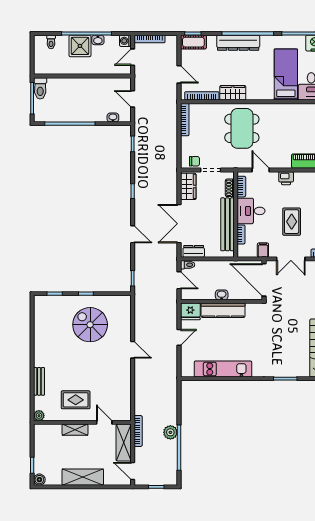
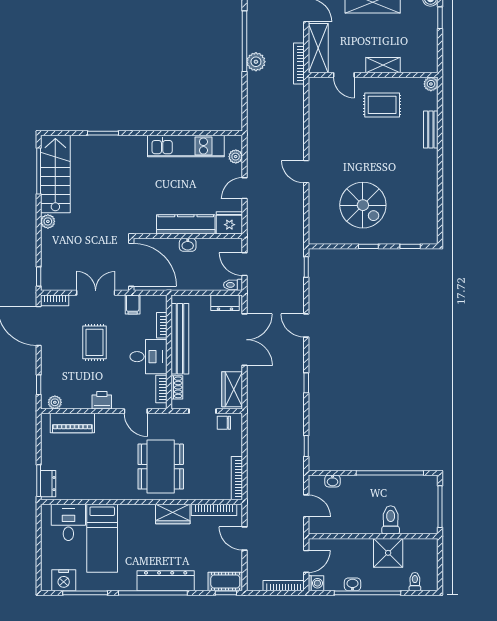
shower: (80, 46) -> (388, 553), moved
toilet: (40, 88) -> (391, 520), moved
plant: (186, 361) -> (236, 157), added

